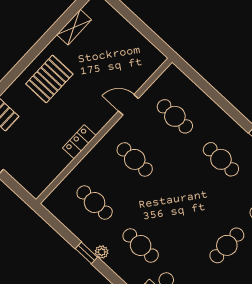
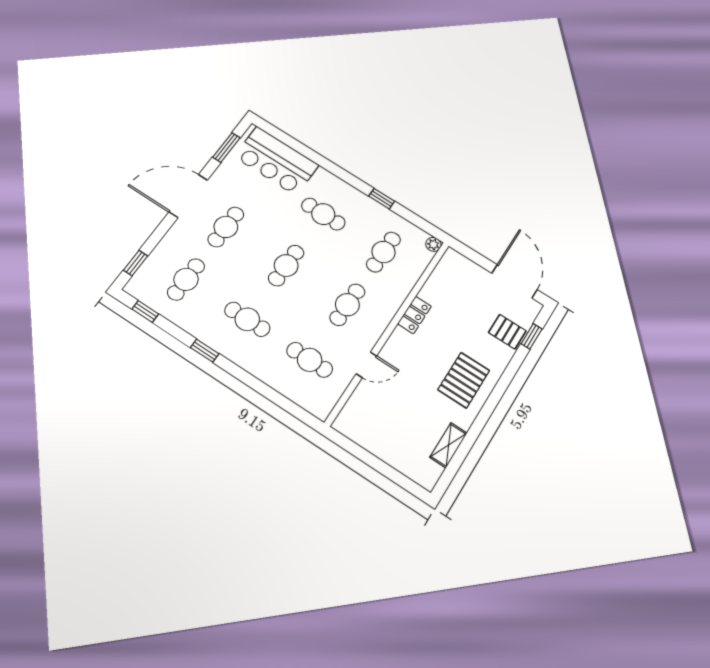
cafe table: (135, 159) -> (347, 305), turned 90
cafe table: (181, 202) -> (286, 266), added
cafe table: (95, 203) -> (384, 252), turned 90
plant: (102, 252) -> (433, 244), moved

